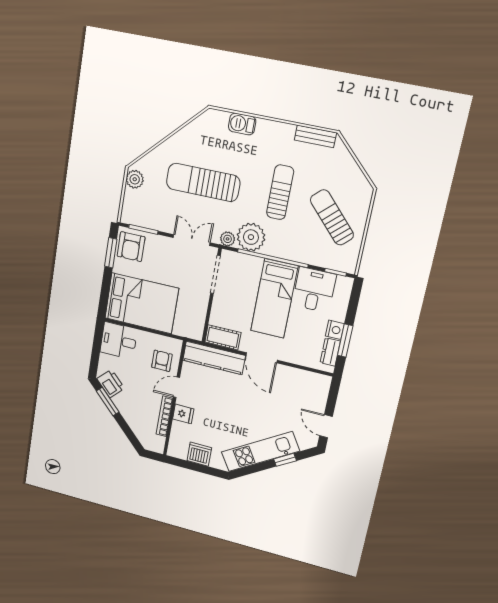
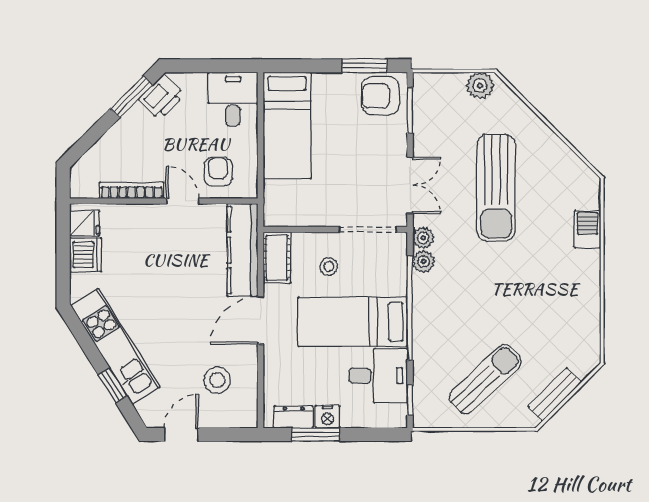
bench: (315, 136) -> (555, 394), moved, turned 45
sun lounger: (203, 182) -> (496, 188), turned 180
sun lounger: (280, 192) -> (505, 300), removed
plant: (251, 237) -> (424, 262), width x0.53, depth x0.53
bed: (142, 303) -> (287, 126), width x0.67
stool: (235, 305) -> (329, 266), added
armchair: (162, 361) -> (218, 172), turned -90
stool: (295, 395) -> (217, 380), added
fridge: (183, 414) -> (85, 223), moved, turned -90

